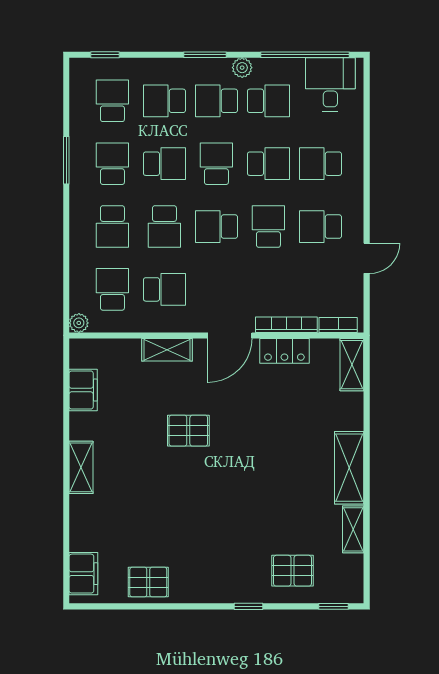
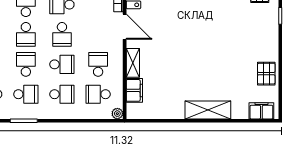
school desk: (112, 164) -> (26, 94), turned 180
school desk: (216, 164) -> (26, 34), turned -90
filing cabinet: (83, 390) -> (134, 90), moved, turned 90
pallet: (188, 431) -> (179, 51), removed
shelving: (81, 467) -> (208, 110), width x1.50, depth x1.33

